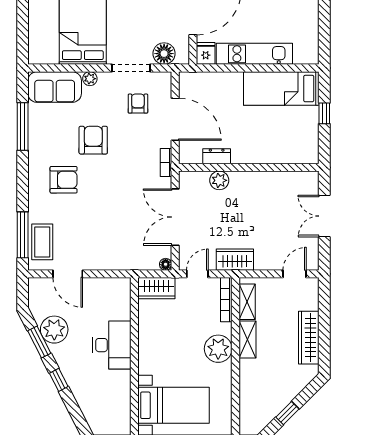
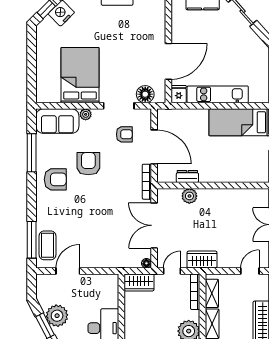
armchair: (138, 104) -> (124, 134), turned 90
bookcase: (166, 163) -> (147, 182), width x1.56
armchair: (64, 180) -> (55, 179), moved
door: (68, 274) -> (68, 271), swing flipped

